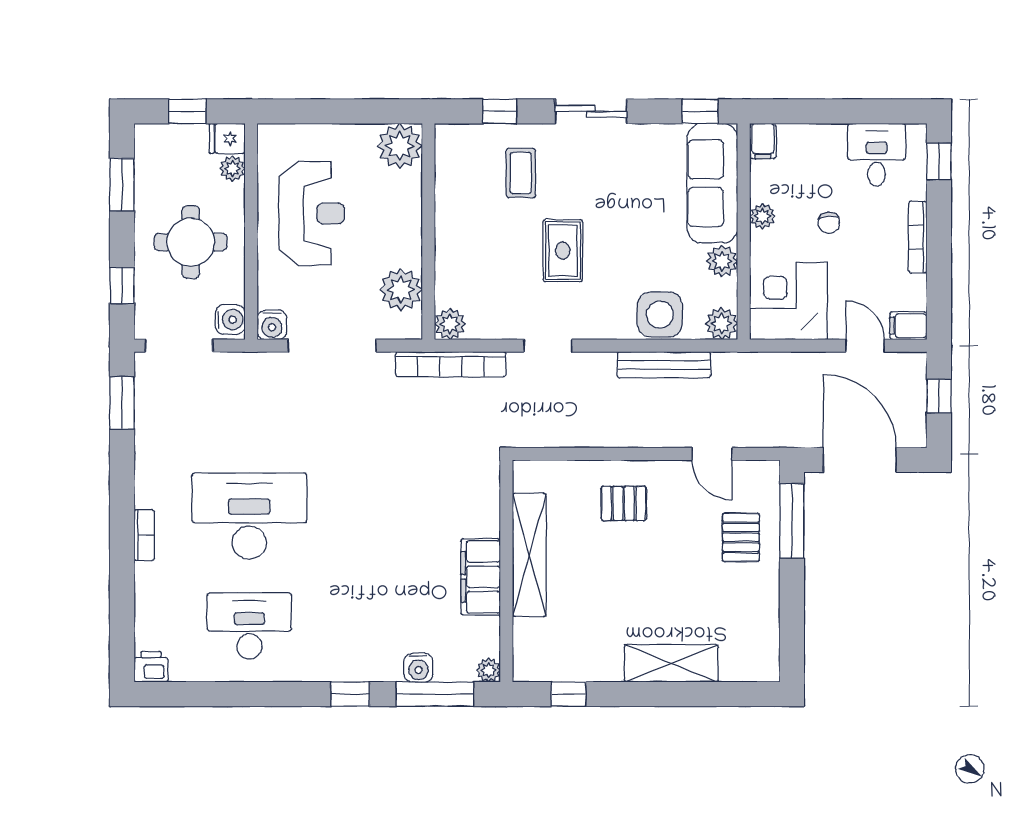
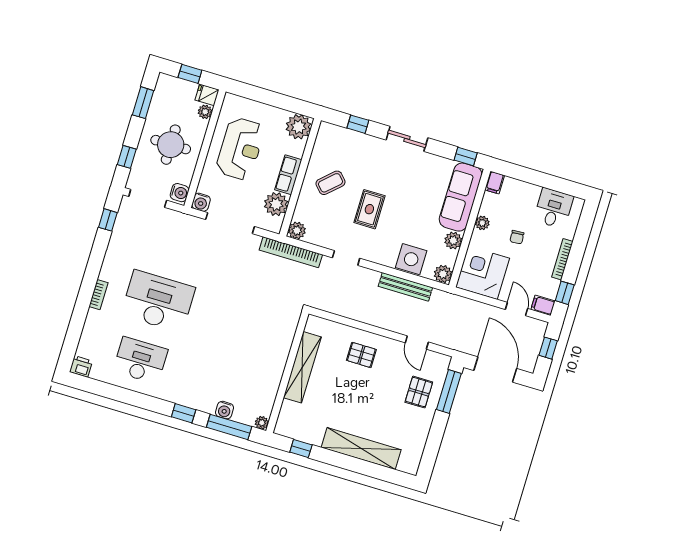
window: (939, 161) -> (565, 293), moved
coffee table: (521, 173) -> (330, 183), moved, turned 47
row of seats: (407, 233) -> (288, 175), added
window: (122, 403) -> (108, 220), width x0.67
filing cabinet: (481, 577) -> (273, 371), removed
shelving: (671, 663) -> (361, 449), width x1.47

